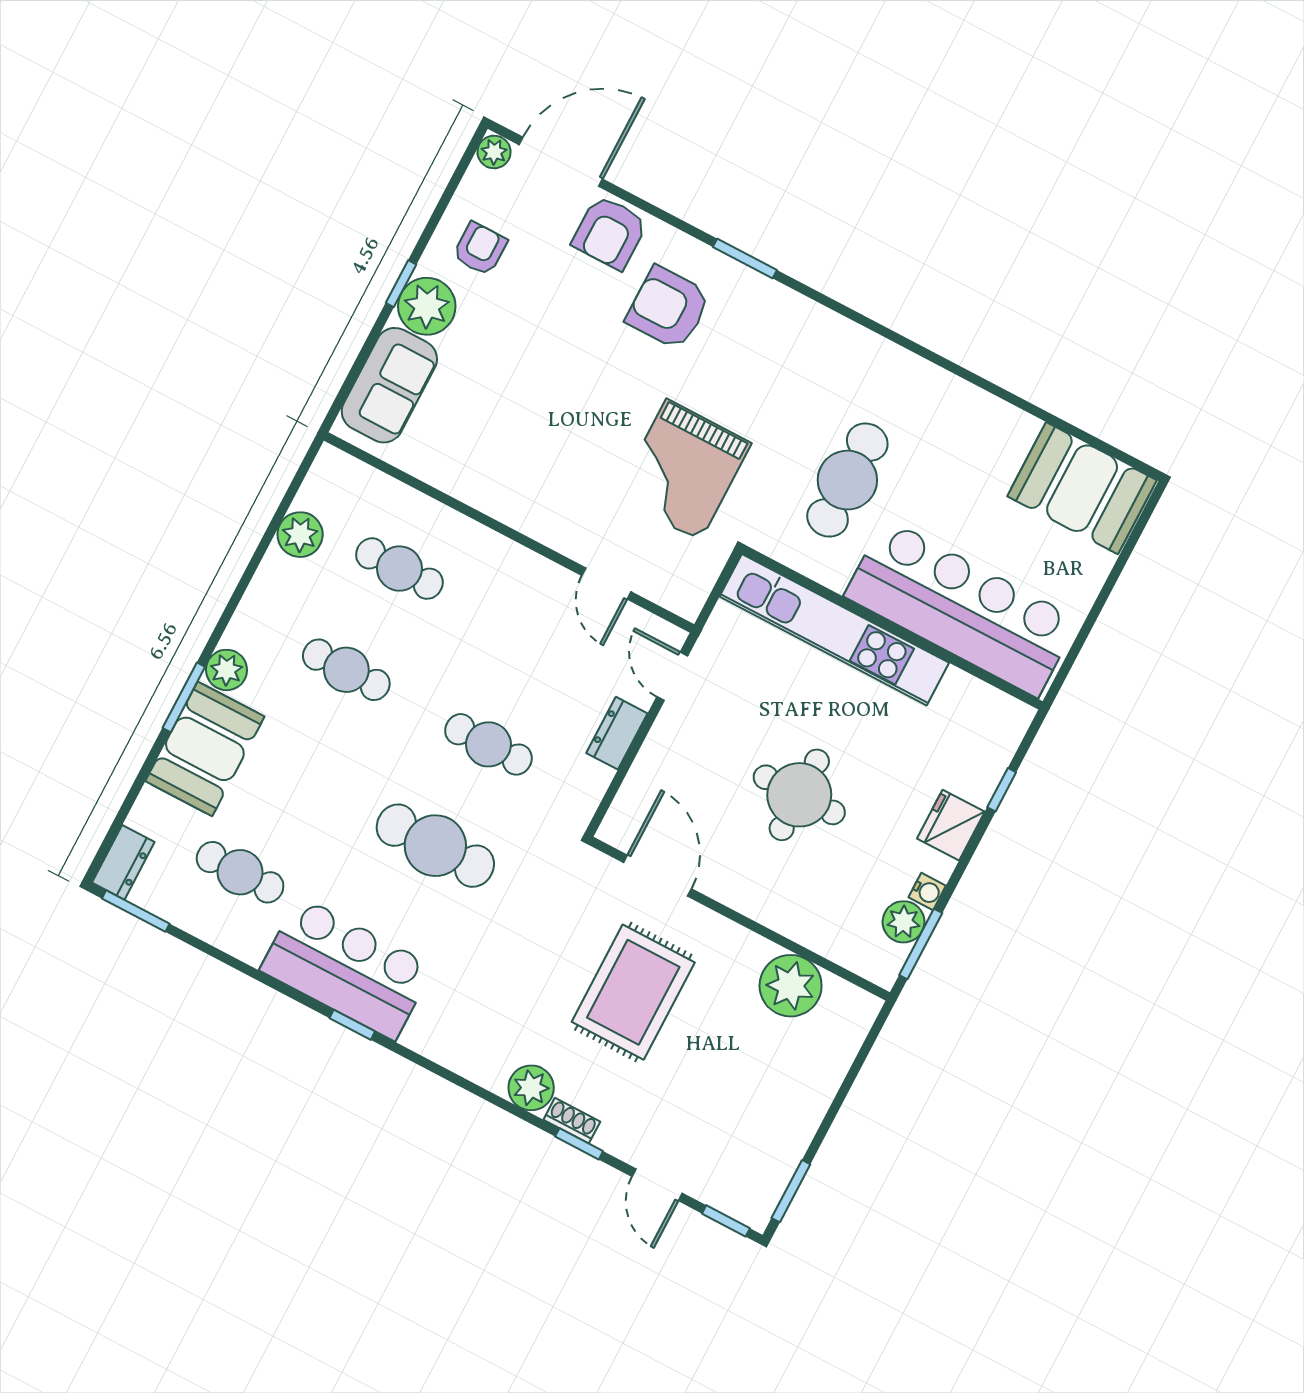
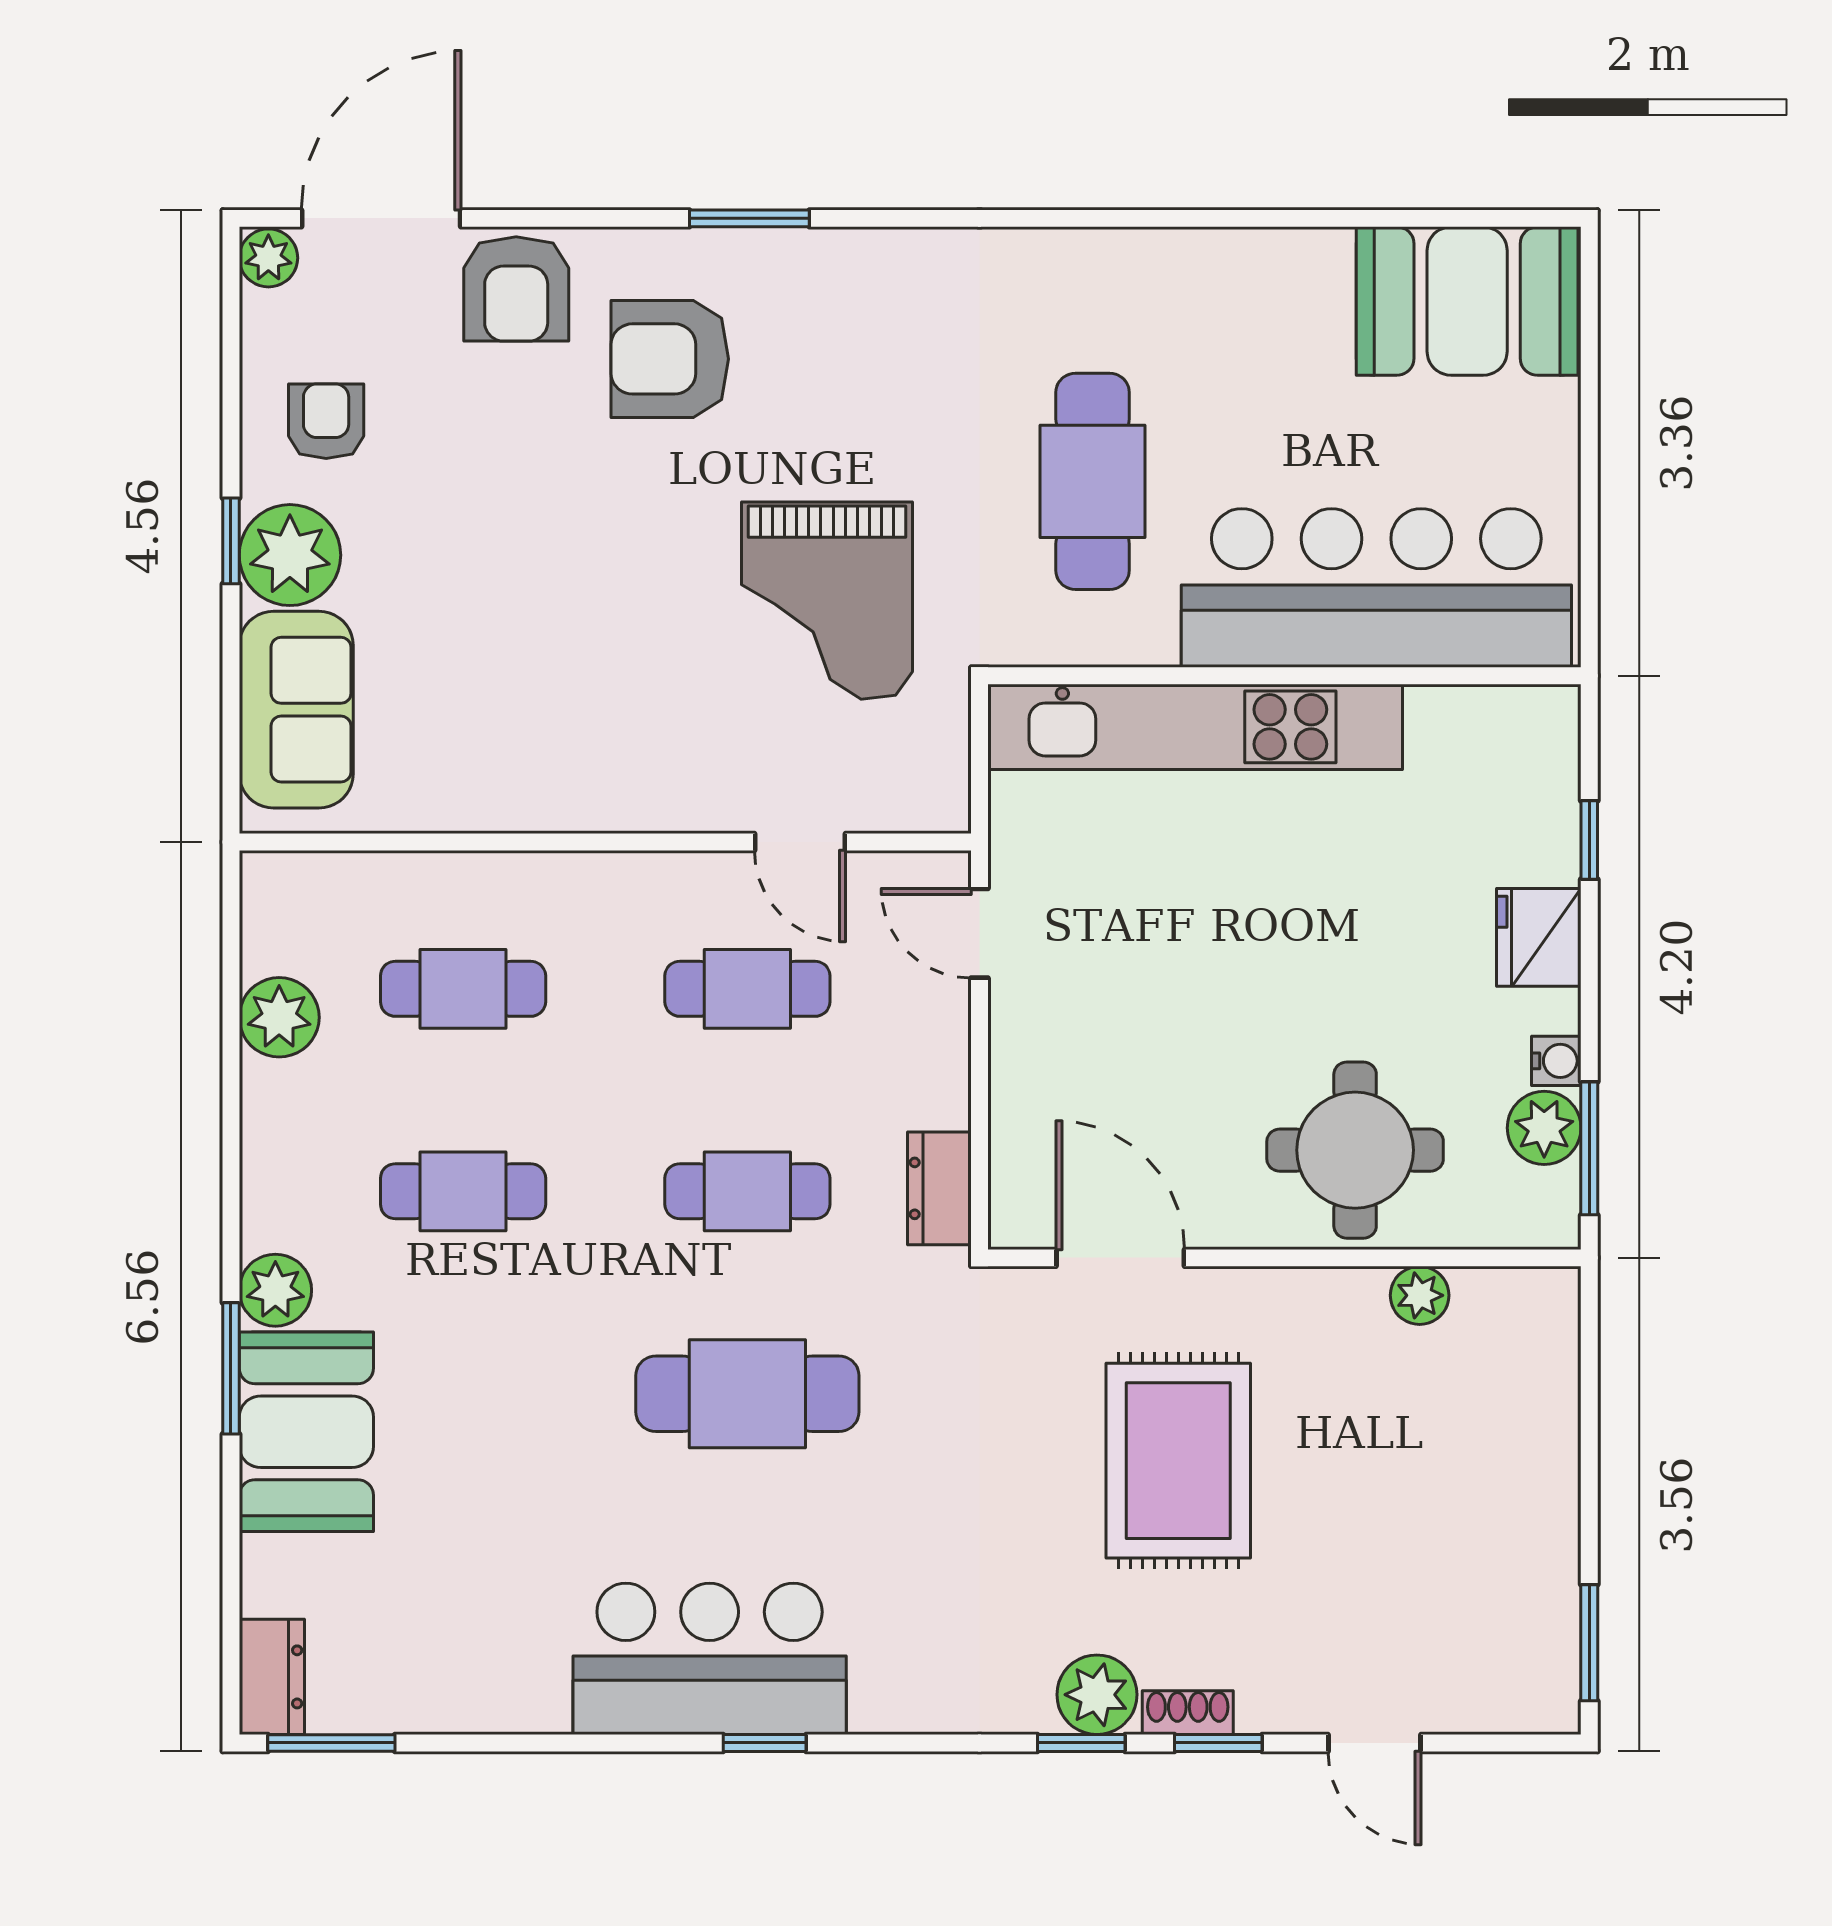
dresser: (617, 733) -> (939, 1188), moved
round table: (799, 795) -> (1355, 1150), moved
cafe table: (240, 872) -> (747, 989), moved
plant: (791, 986) -> (1420, 1295), width x0.53, depth x0.53
window: (726, 1221) -> (1081, 1743), moved

